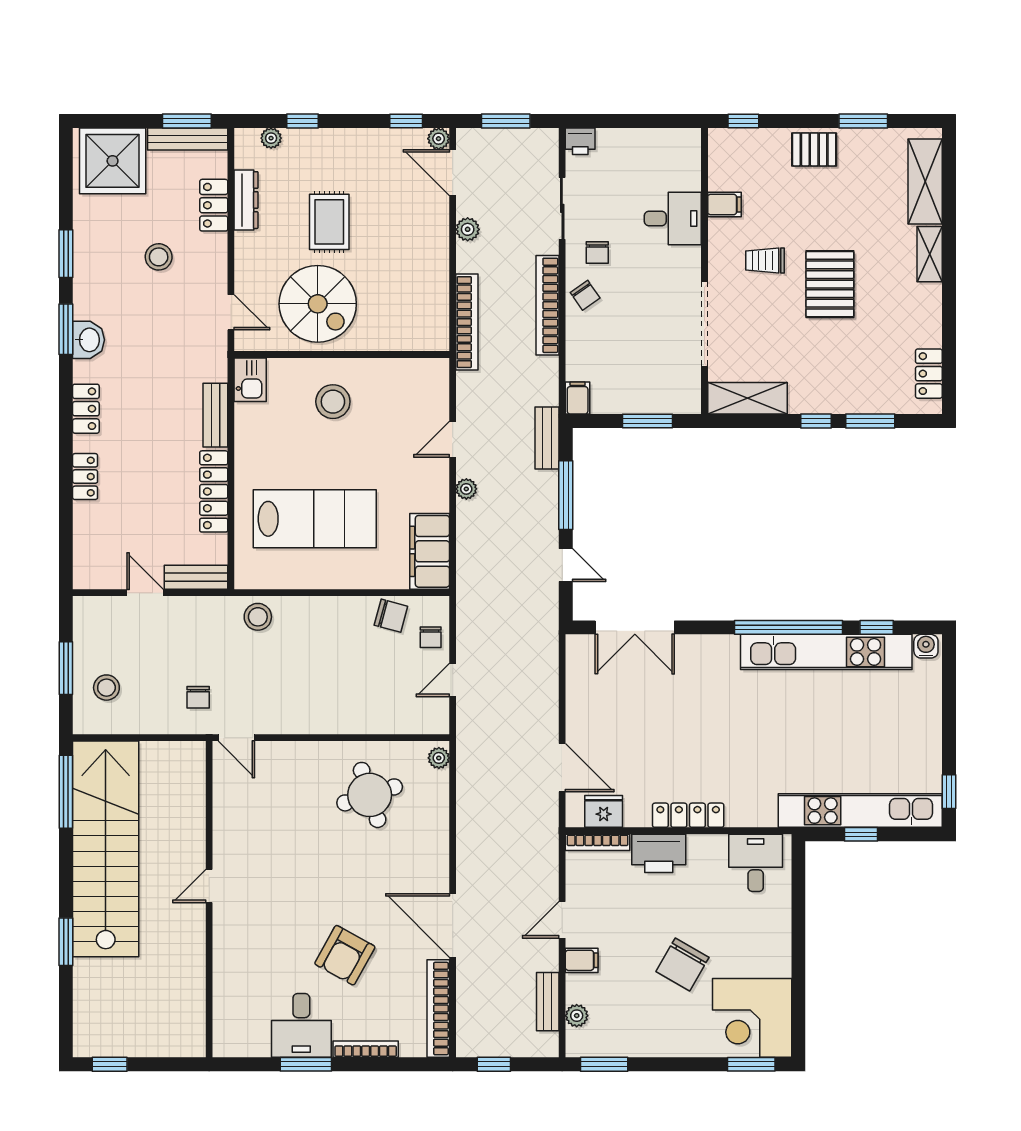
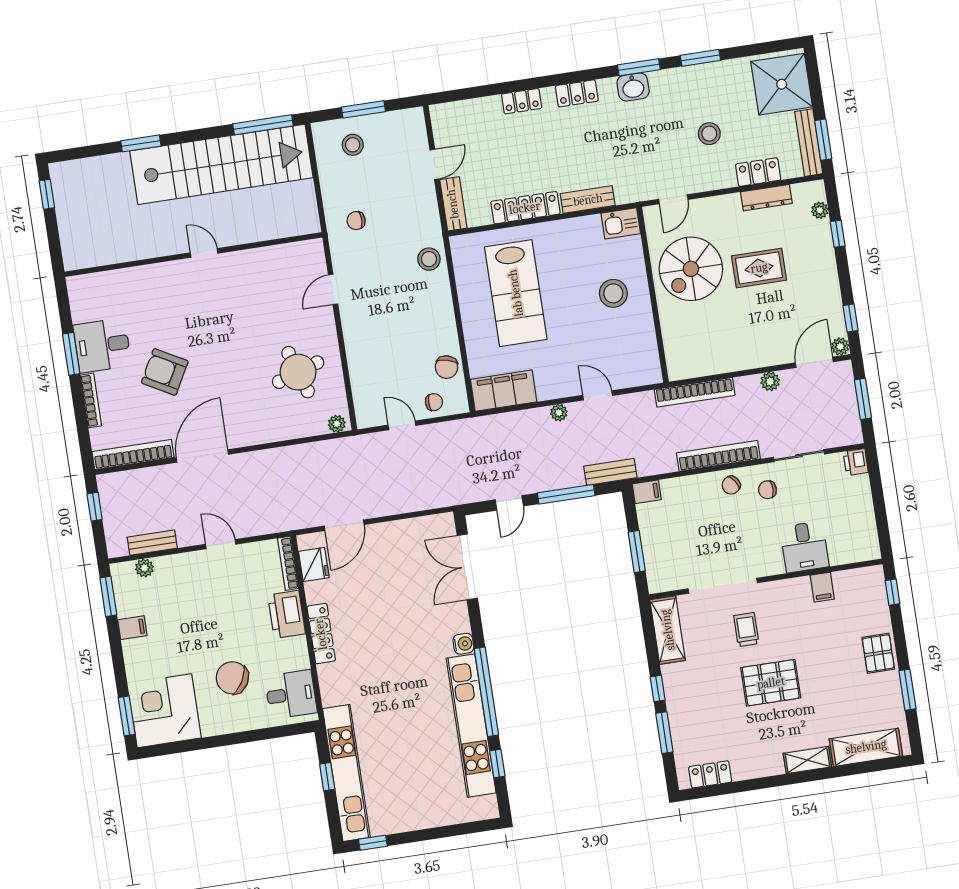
trolley: (765, 260) -> (746, 630), moved
chair: (431, 637) -> (434, 402), turned 180
water cooler: (926, 646) -> (463, 644), moved
door: (236, 738) -> (333, 289), moved
filing cabinet: (582, 960) -> (132, 628), moved, turned -90
chair: (682, 964) -> (232, 678), moved

